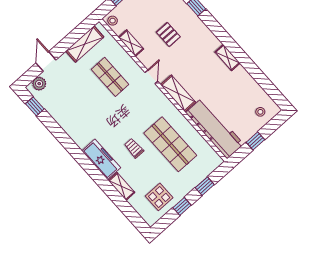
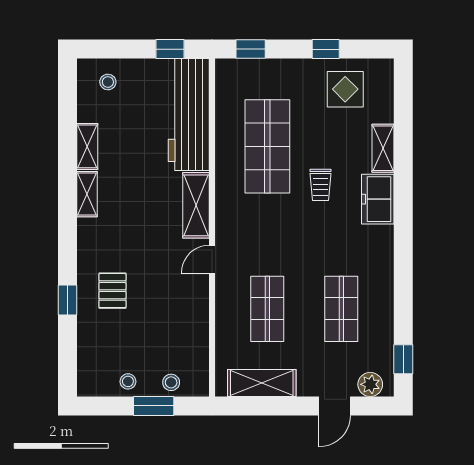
stool: (113, 21) -> (171, 382), moved
pallet: (168, 35) -> (112, 291), moved
shelving: (131, 43) -> (87, 146), moved
shop shelf: (79, 104) -> (341, 309), added
window: (255, 141) -> (170, 49), moved
freezer: (101, 159) -> (378, 199), width x0.71
window: (205, 186) -> (251, 49), moved

